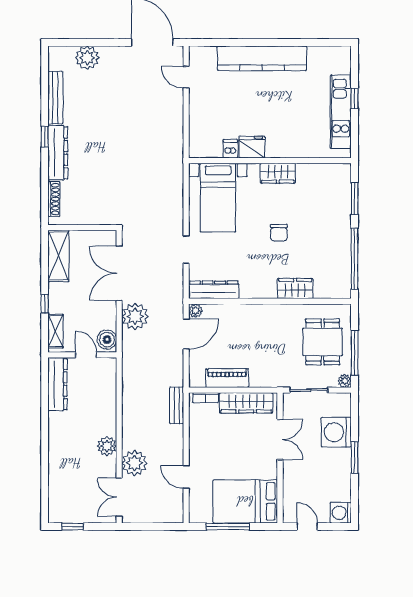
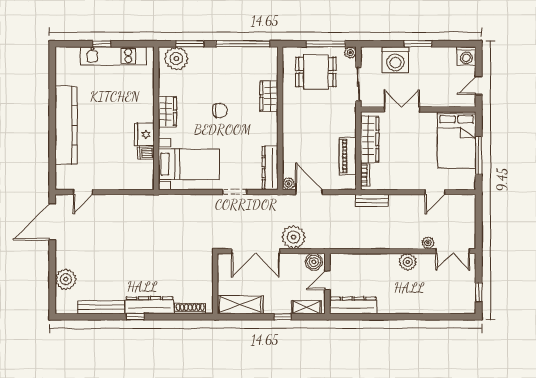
plant: (338, 183) -> (176, 59), added
plant: (135, 463) -> (428, 243), width x0.53, depth x0.53

